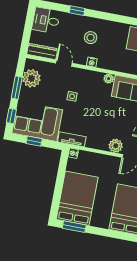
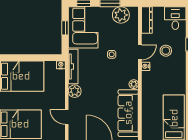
stool: (91, 38) -> (166, 51), moved
door: (64, 63) -> (140, 52), moved
tv unit: (72, 139) -> (73, 67), width x1.41
plant: (116, 146) -> (75, 91), moved

